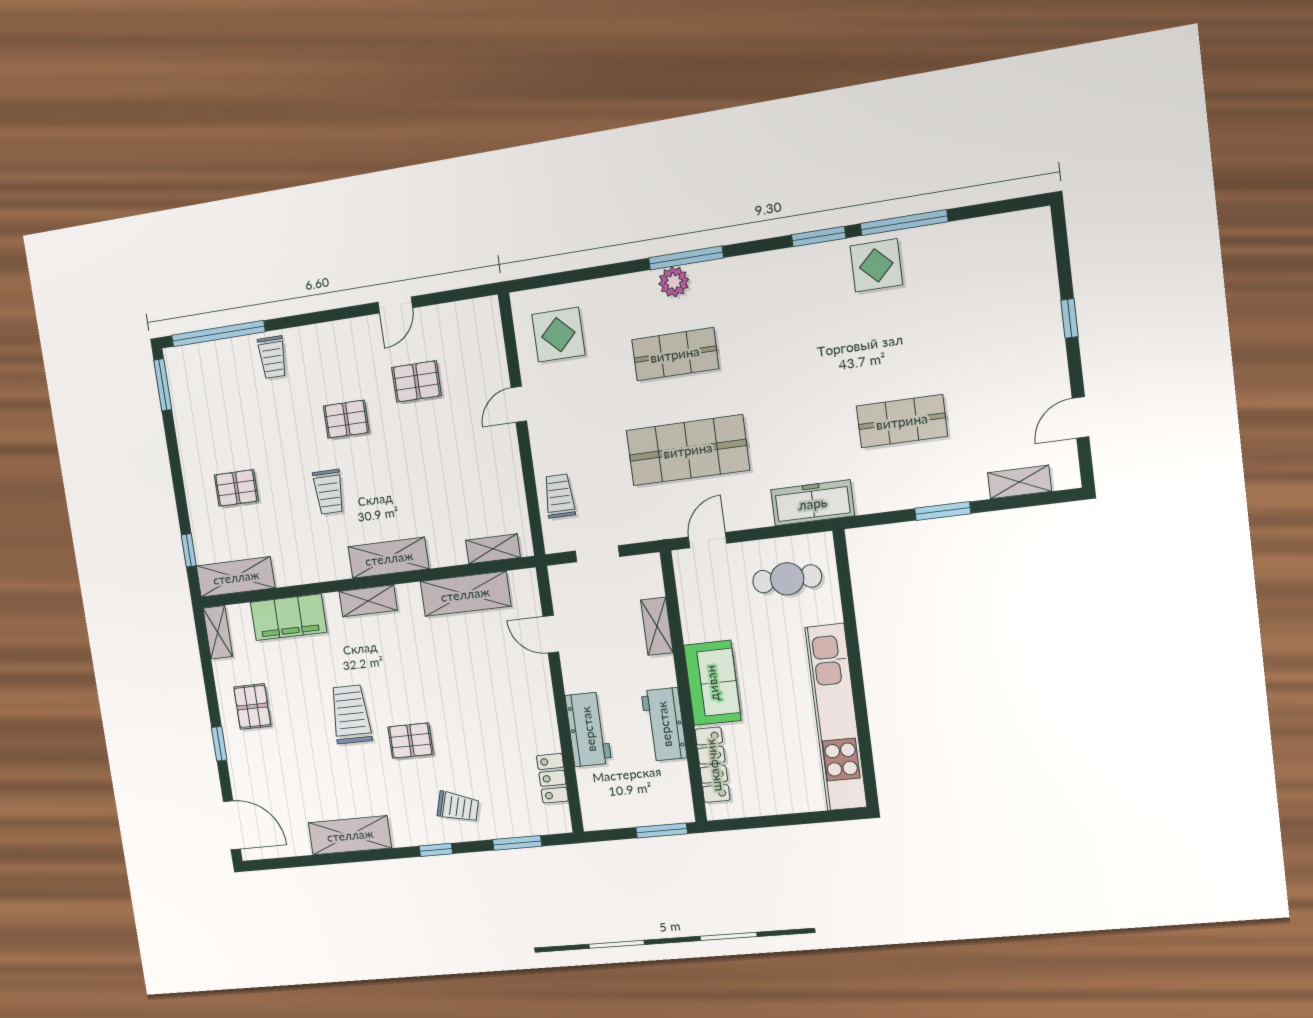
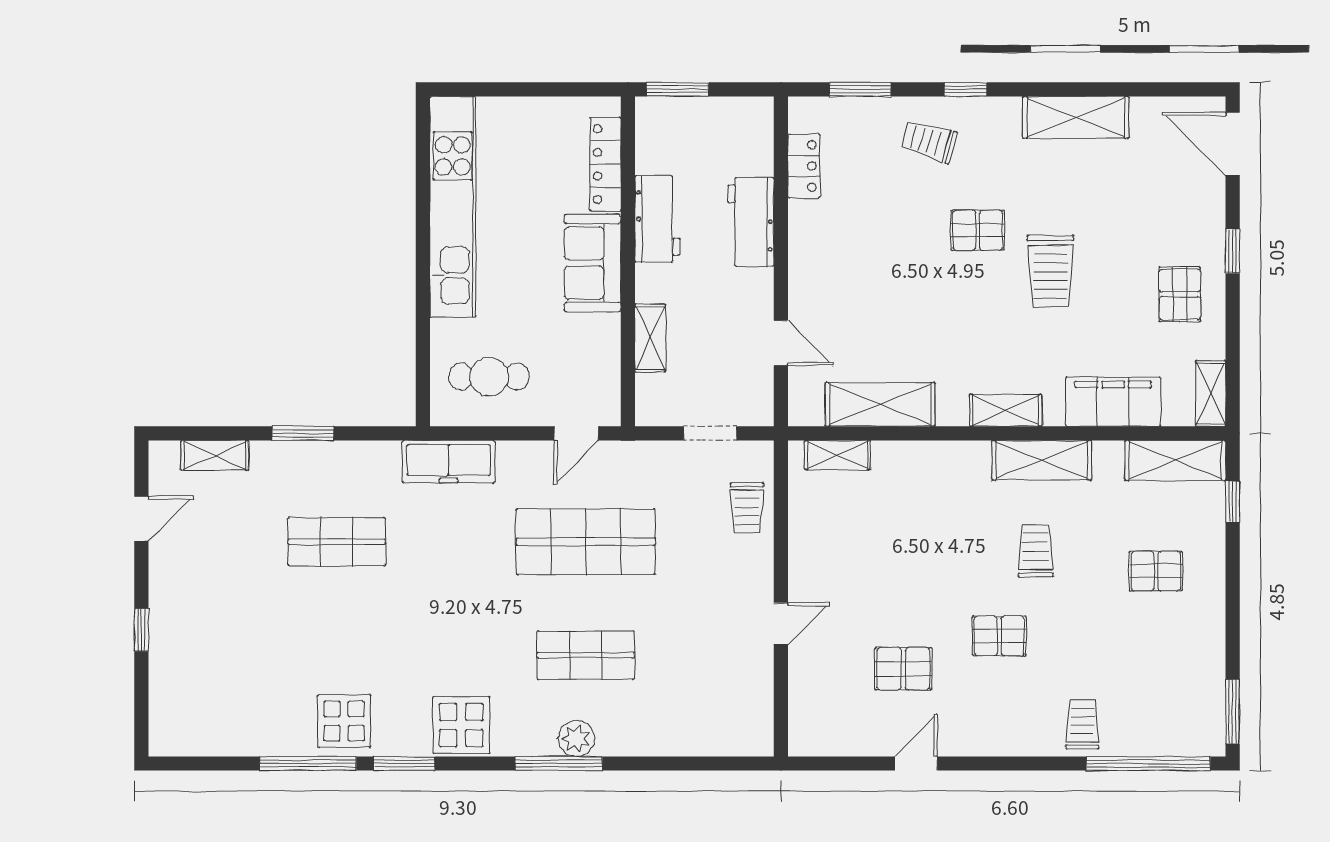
display table: (558, 335) -> (461, 725), moved
shelving: (389, 558) -> (1042, 460), moved

